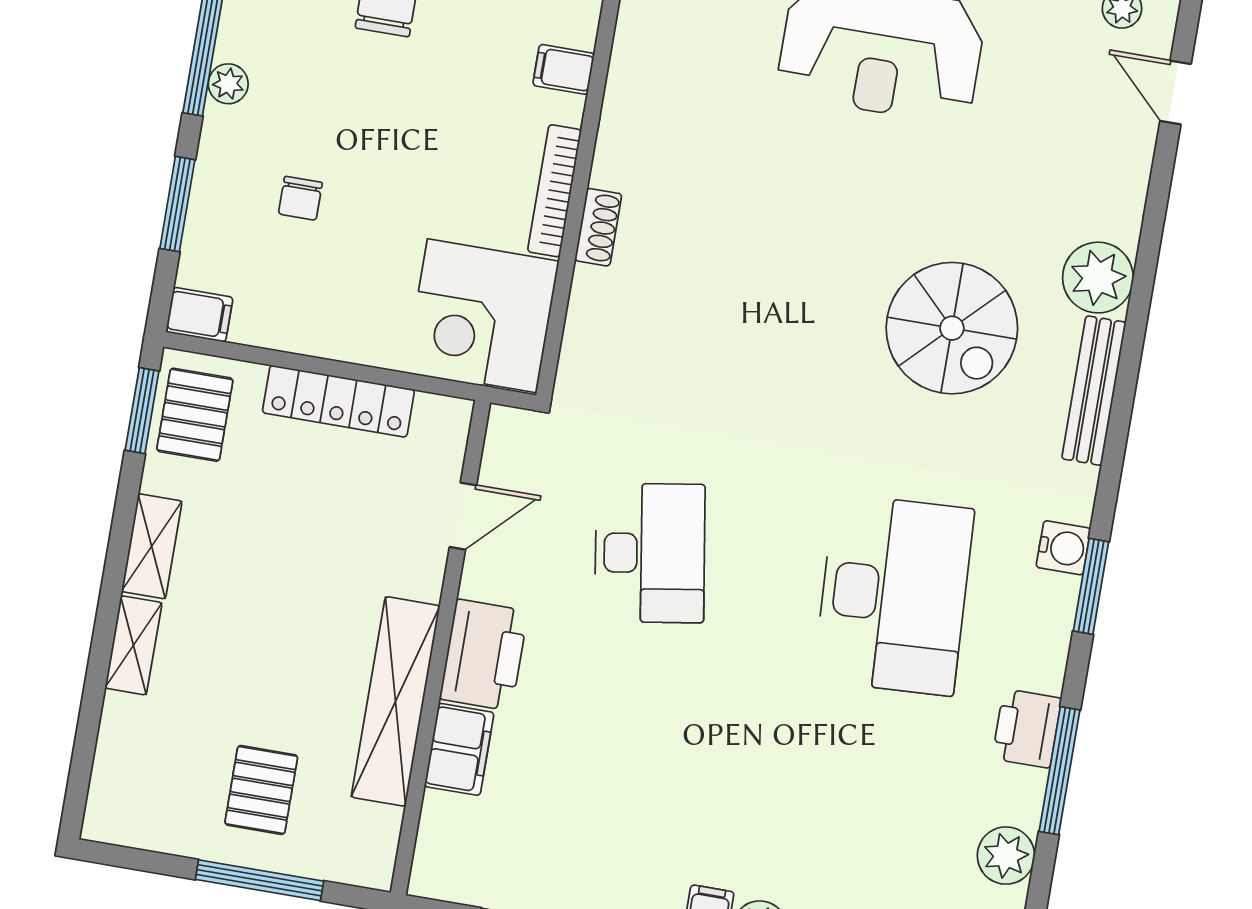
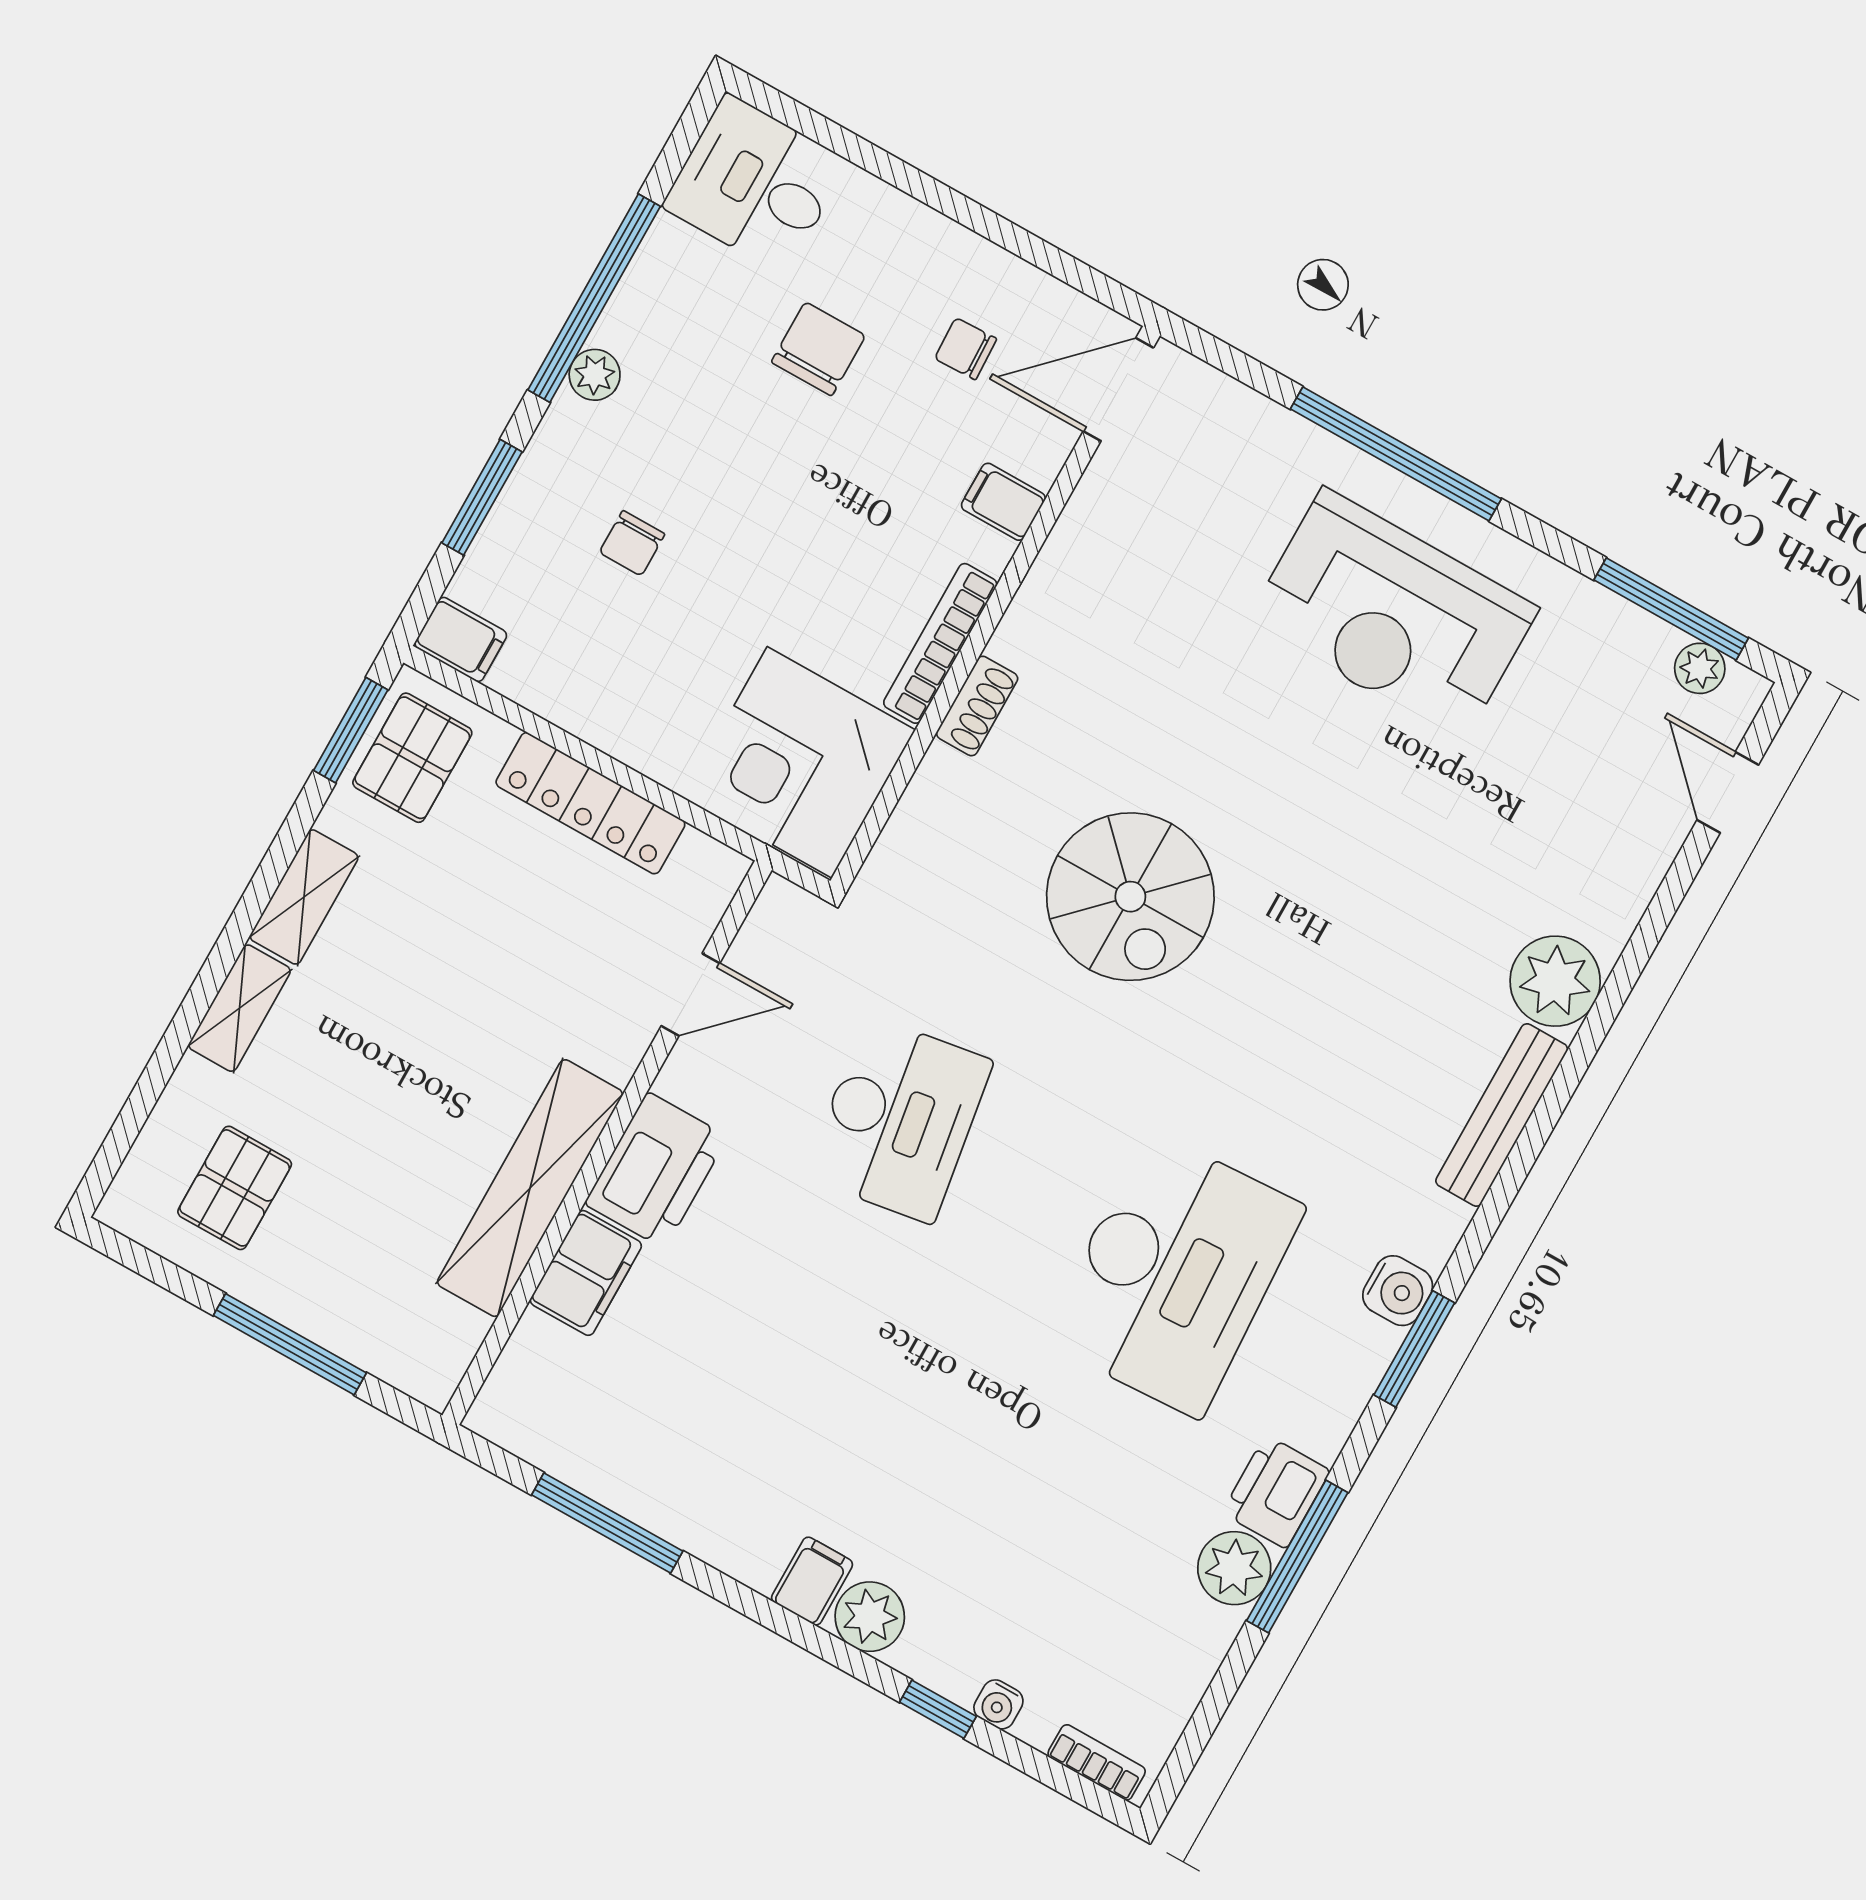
spiral stairs: (952, 328) -> (1130, 897), moved
pallet: (261, 790) -> (235, 1188), moved
plant: (1006, 856) -> (1234, 1568), moved

